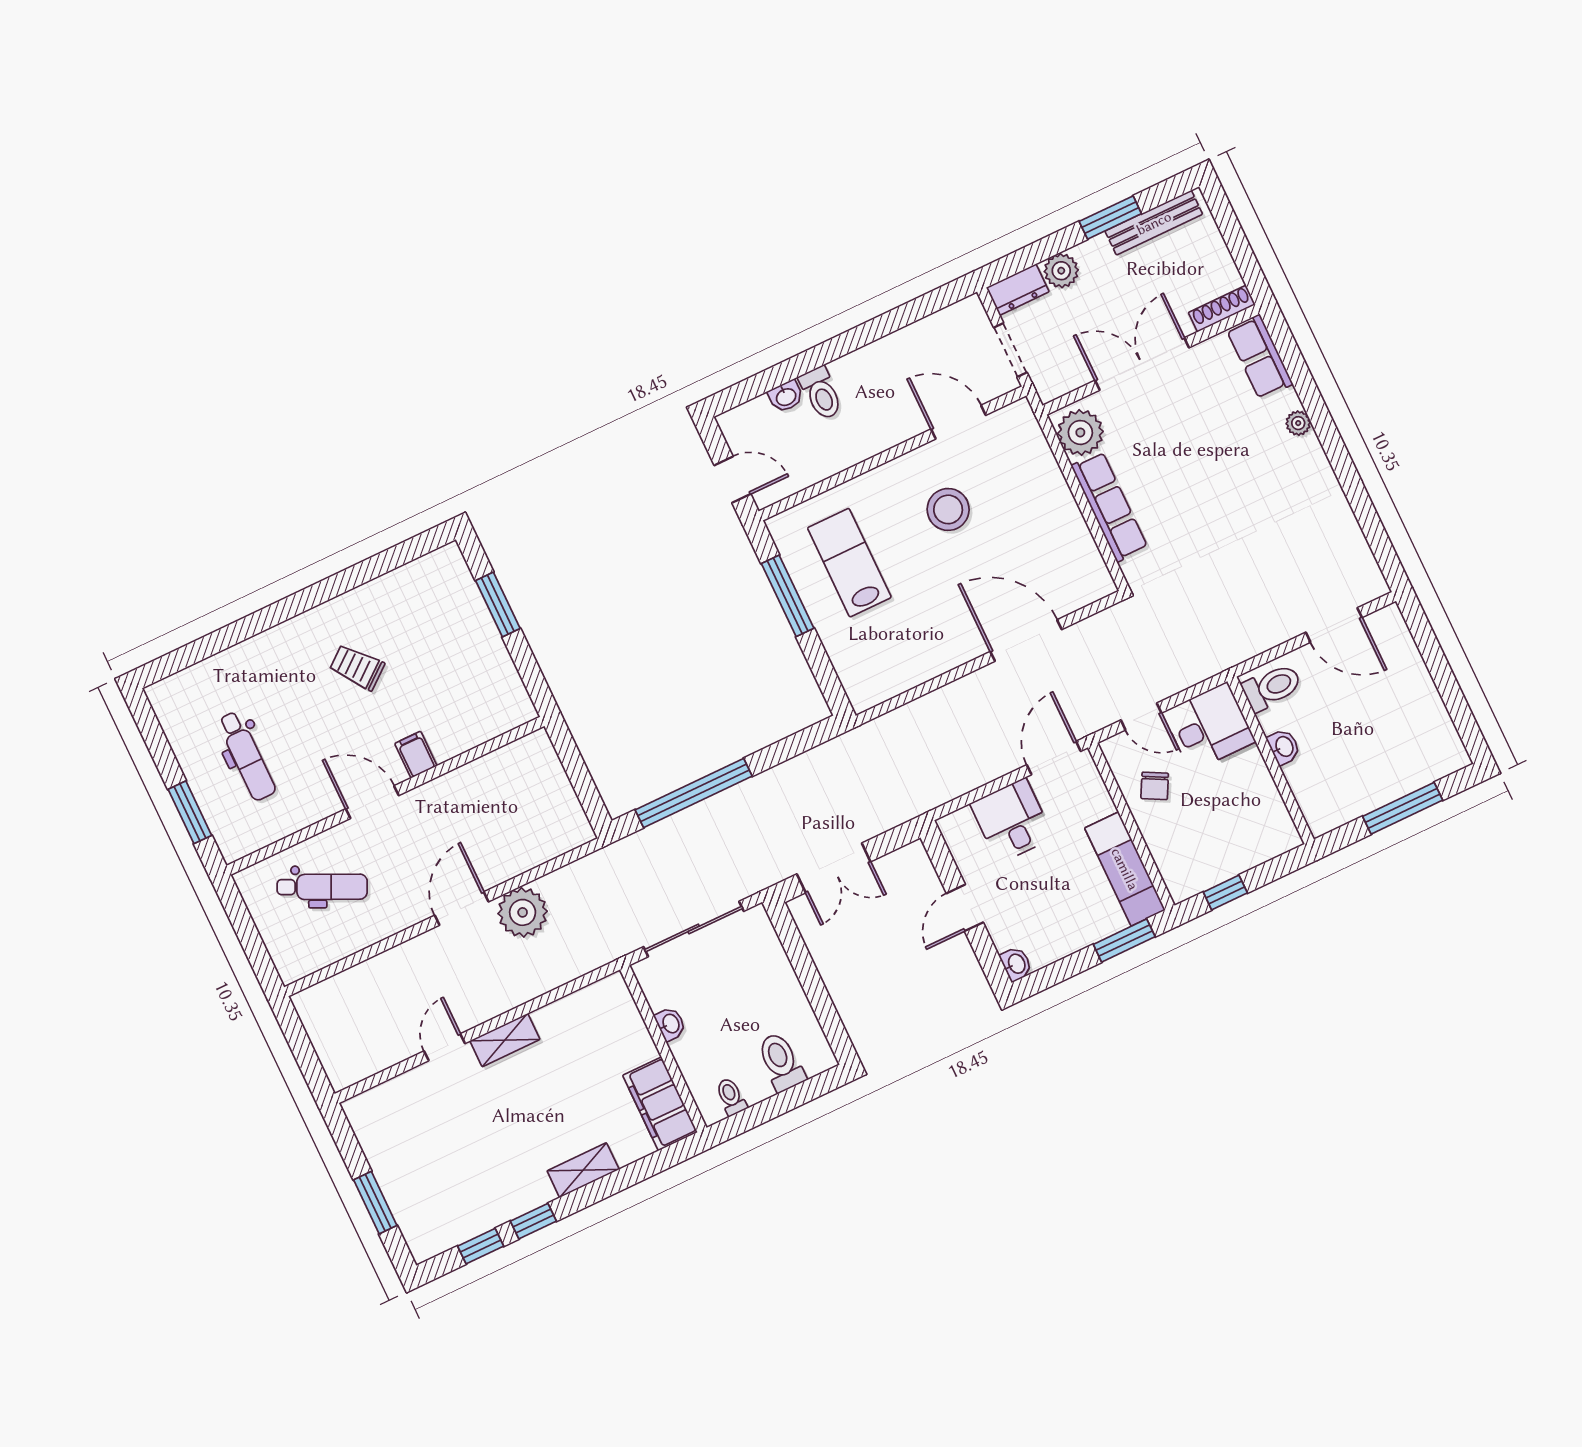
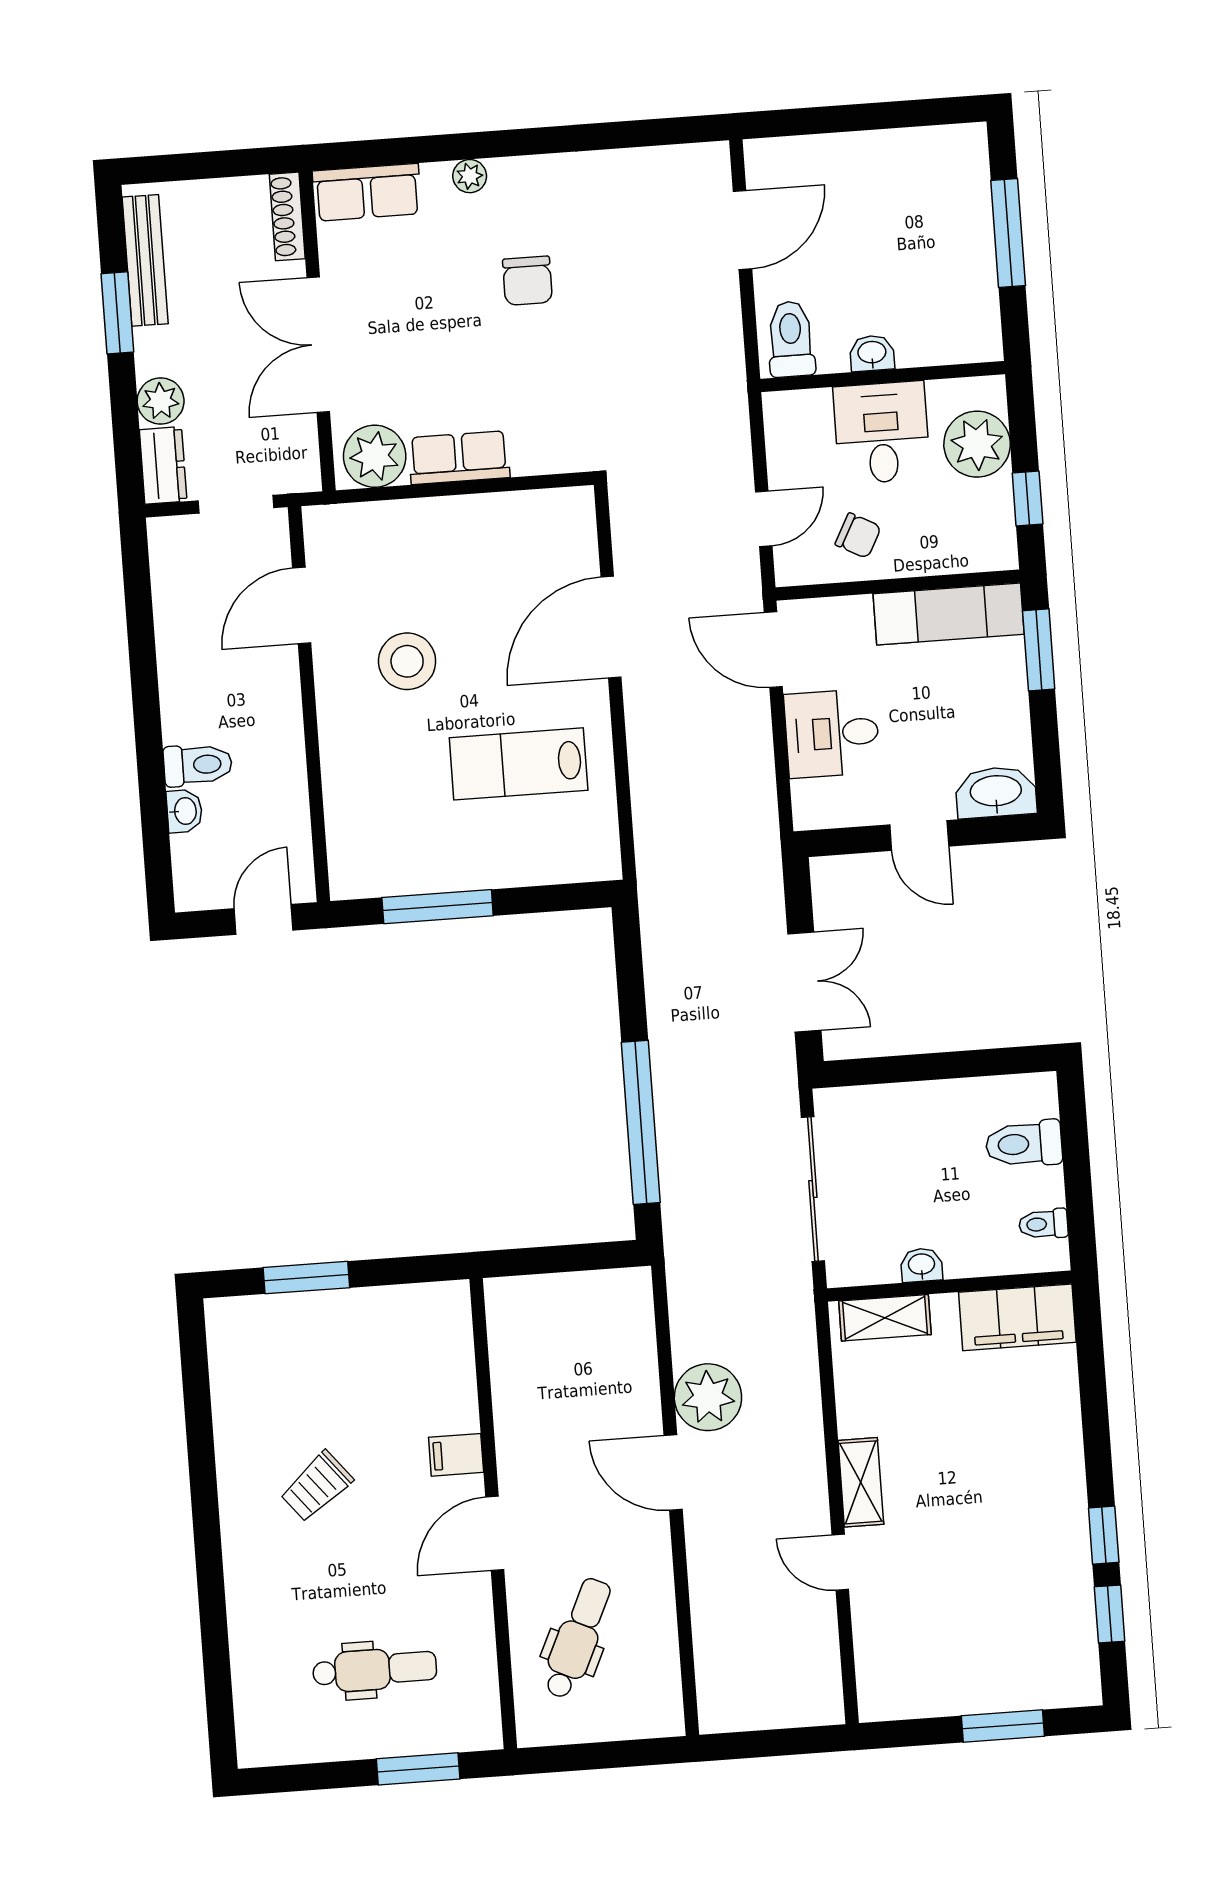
chair: (1242, 491) -> (527, 281), added
row of seats: (1109, 507) -> (459, 458), width x0.68
lab bench: (849, 563) -> (519, 764), moved
desk: (1209, 727) -> (882, 433), moved
plant: (1249, 843) -> (977, 444), added
washbasin: (1016, 964) -> (996, 792), width x1.91, depth x1.45
shelving: (583, 1170) -> (885, 1318), moved, turned 90

